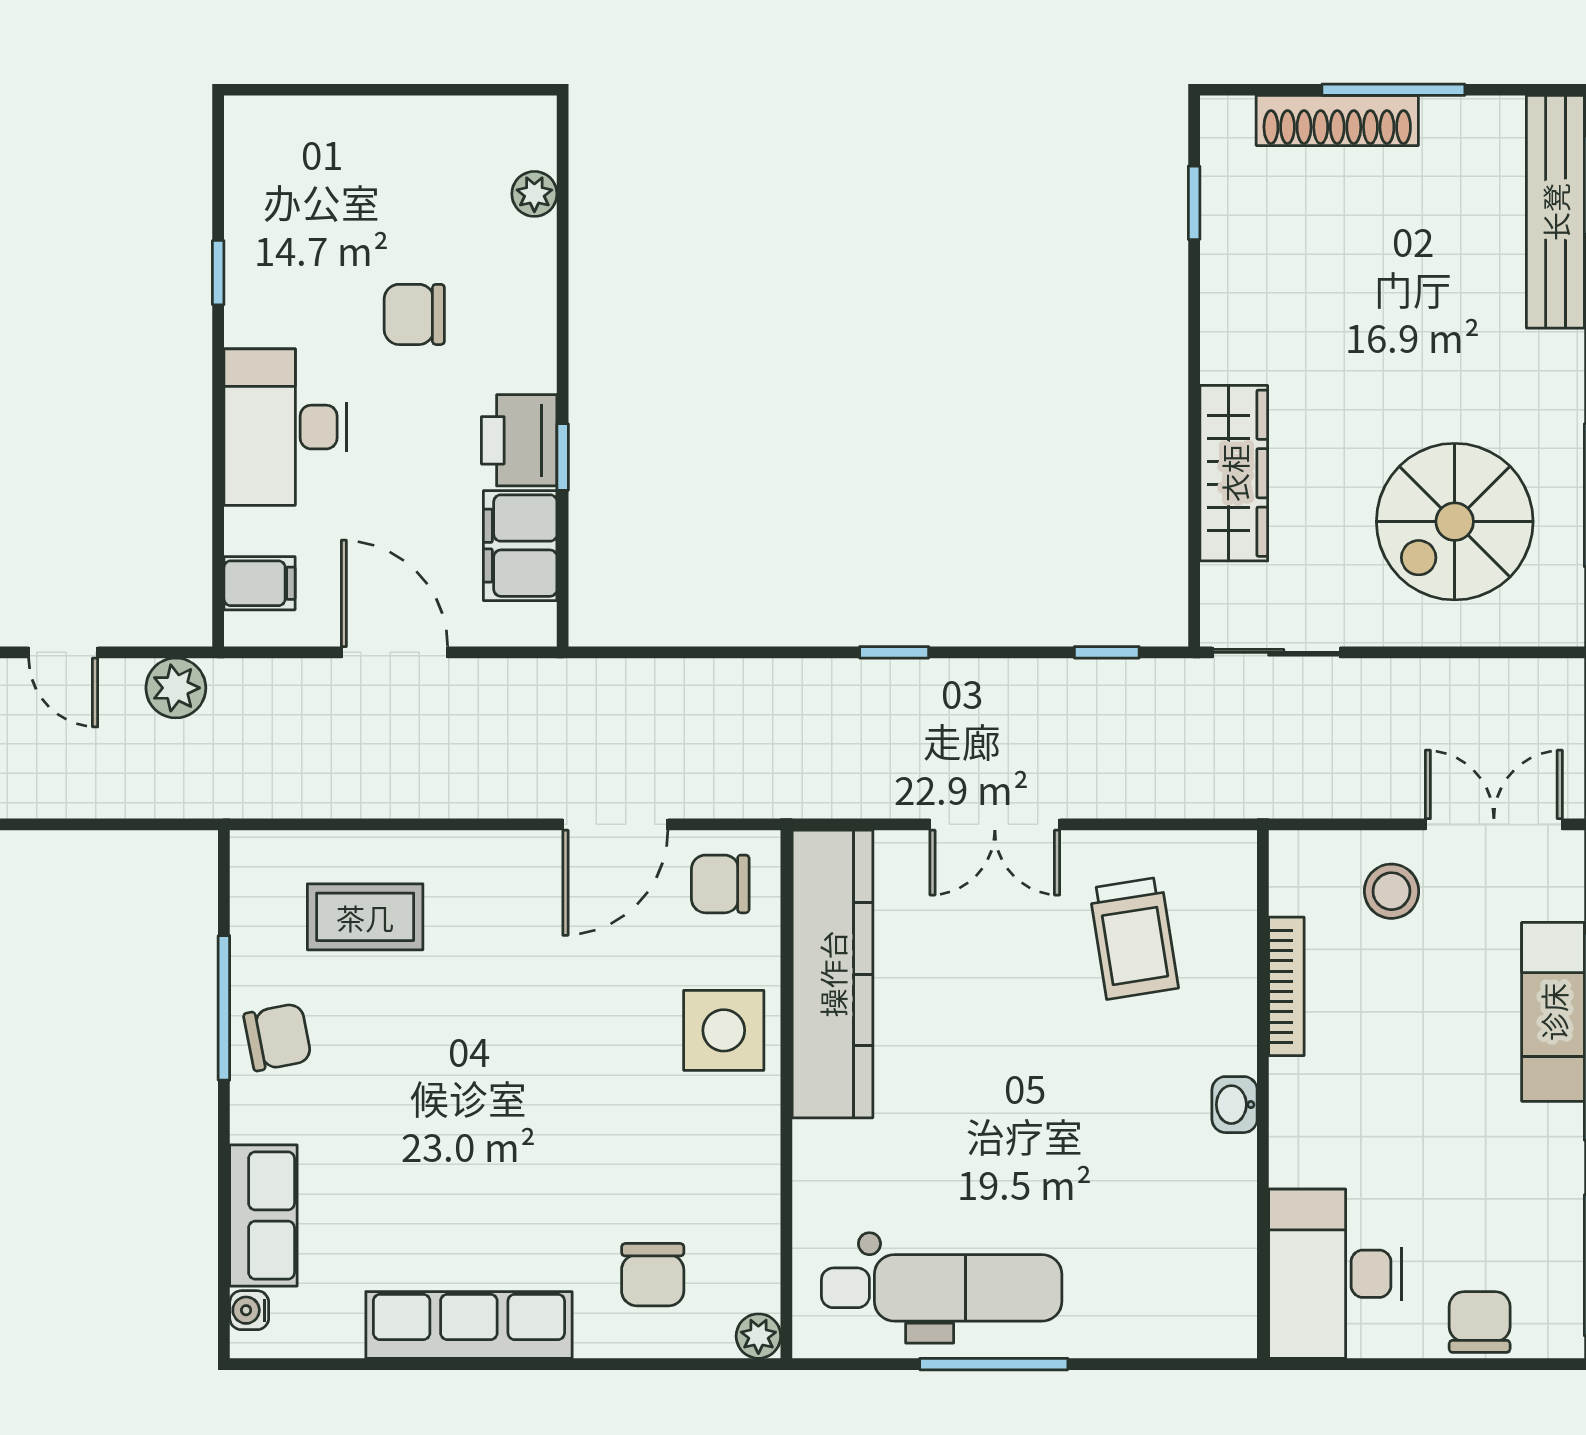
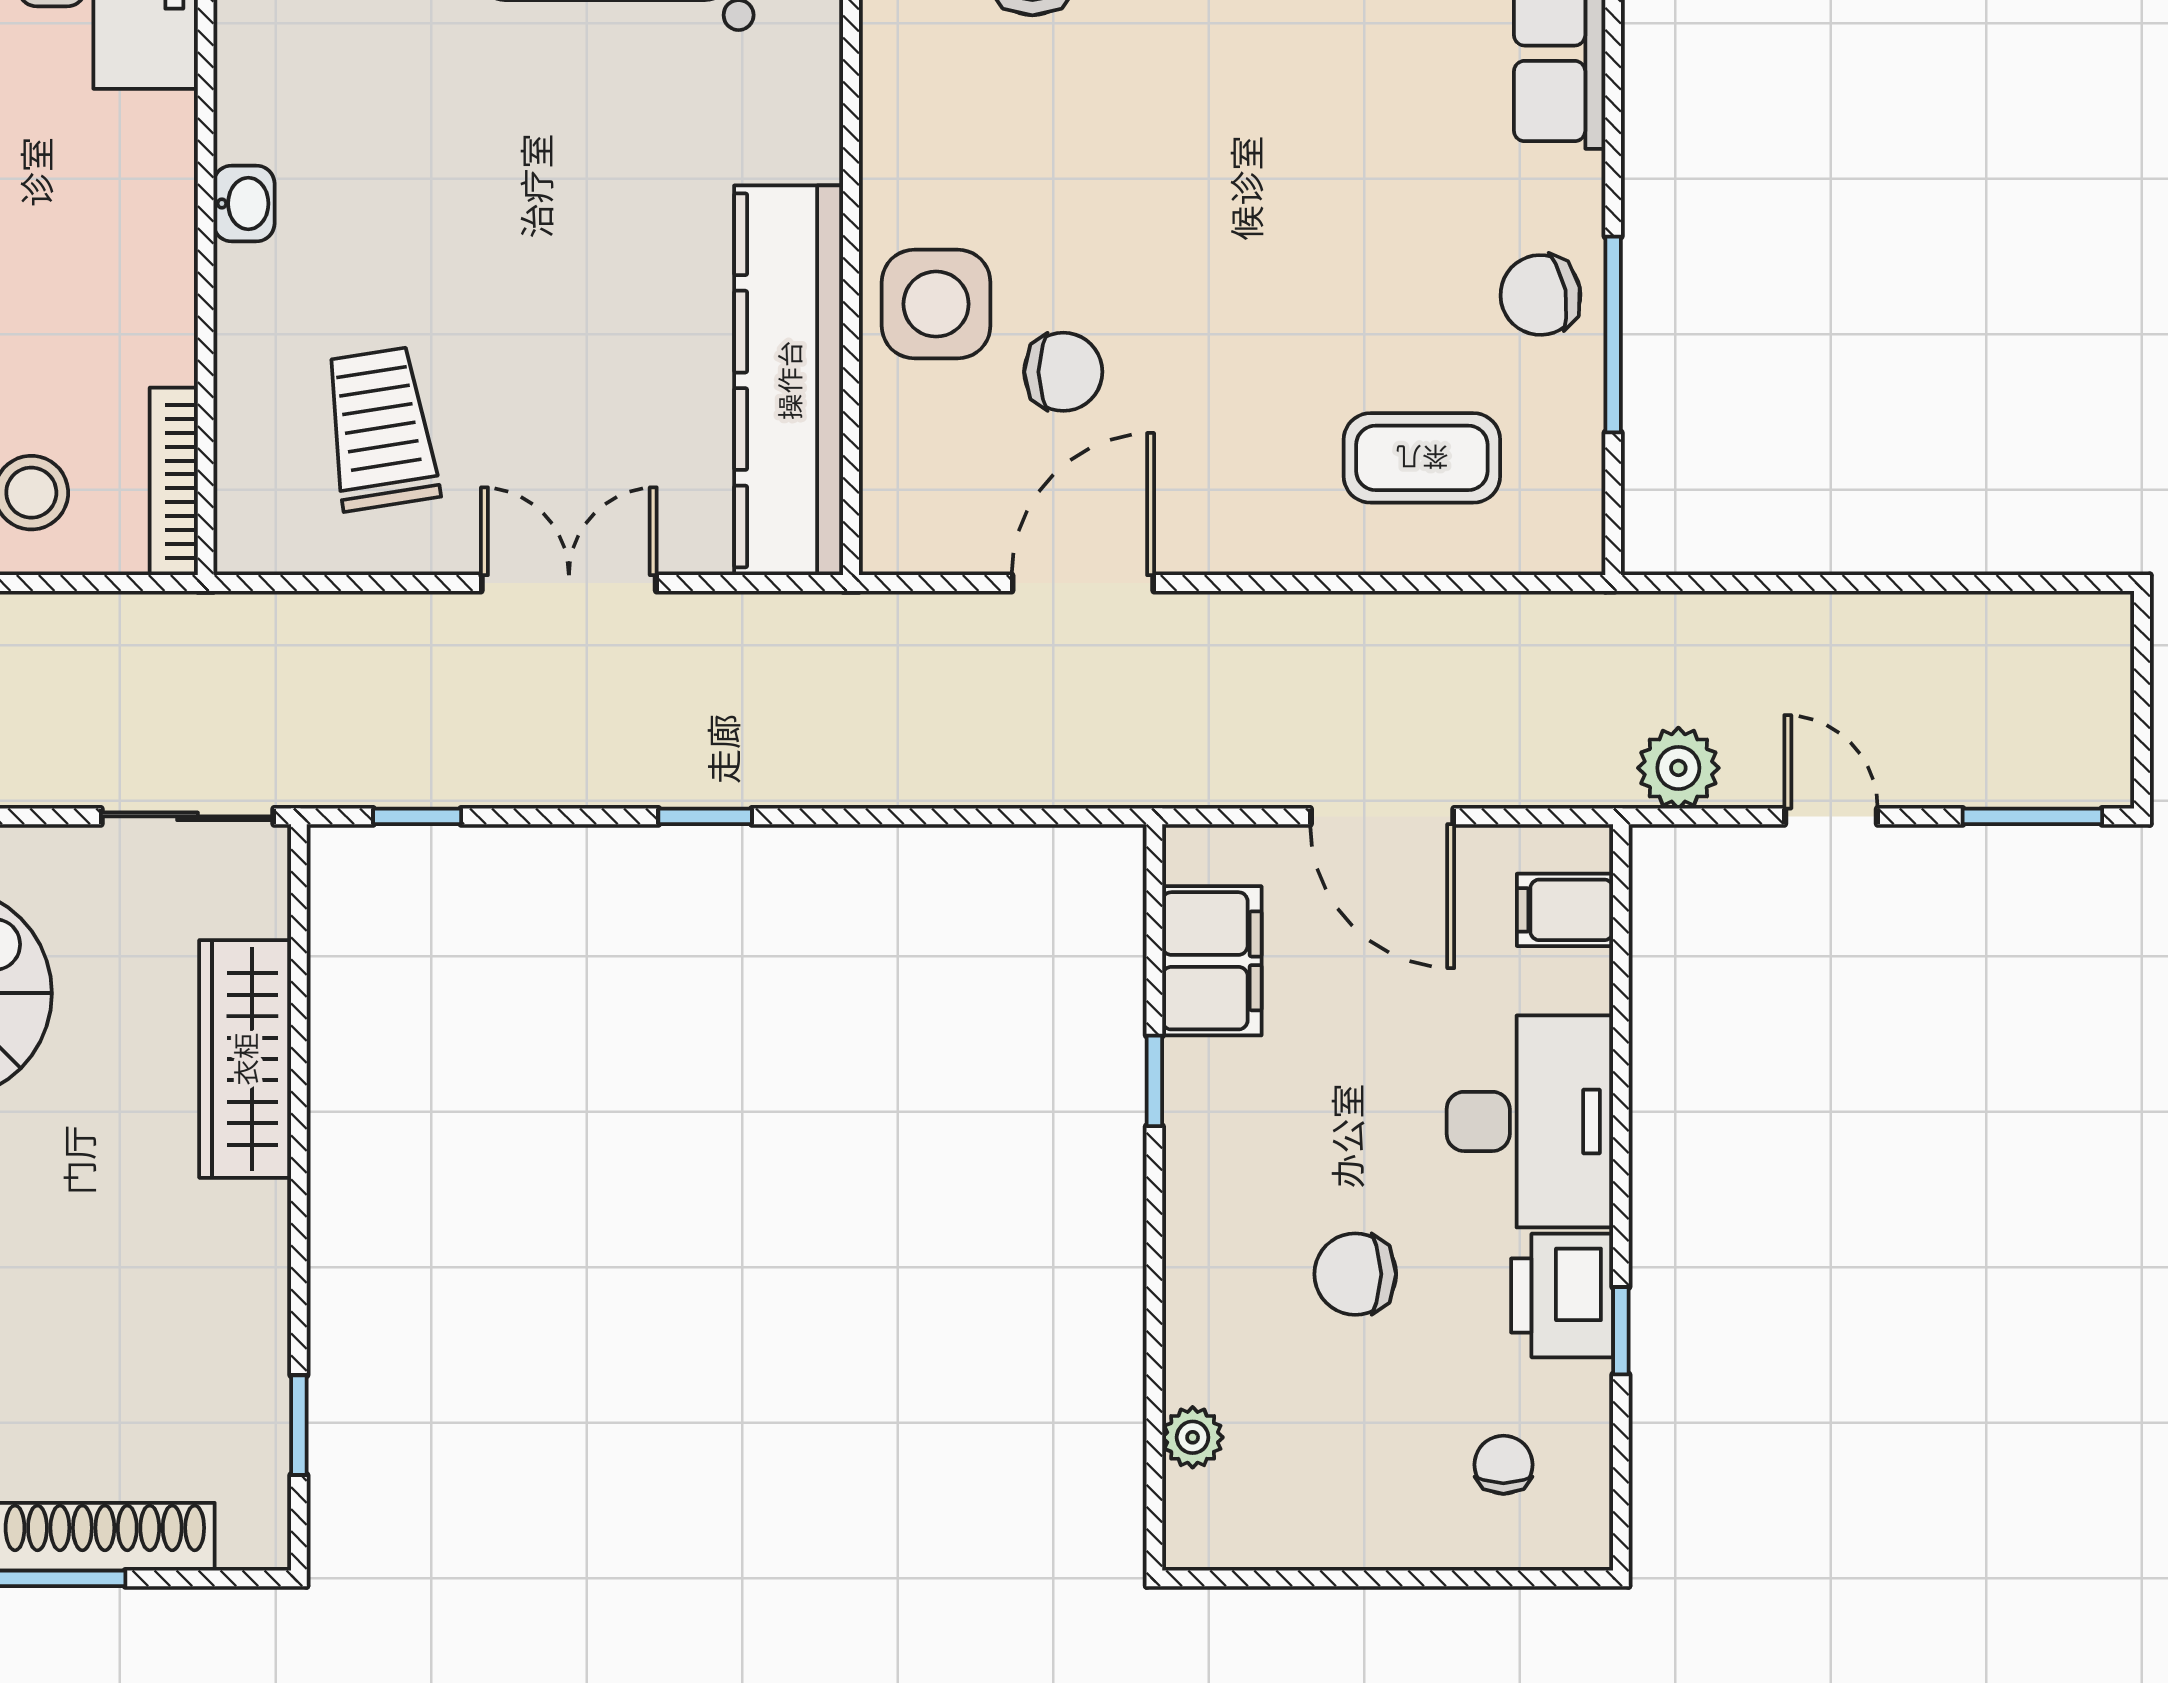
chair: (305, 174) -> (1503, 1465), added
chair: (414, 314) -> (1355, 1274), turned 180
printer: (519, 440) -> (1562, 1295), moved, turned 180
chair: (720, 884) -> (1063, 372), moved
bookcase: (1286, 986) -> (174, 481), moved

